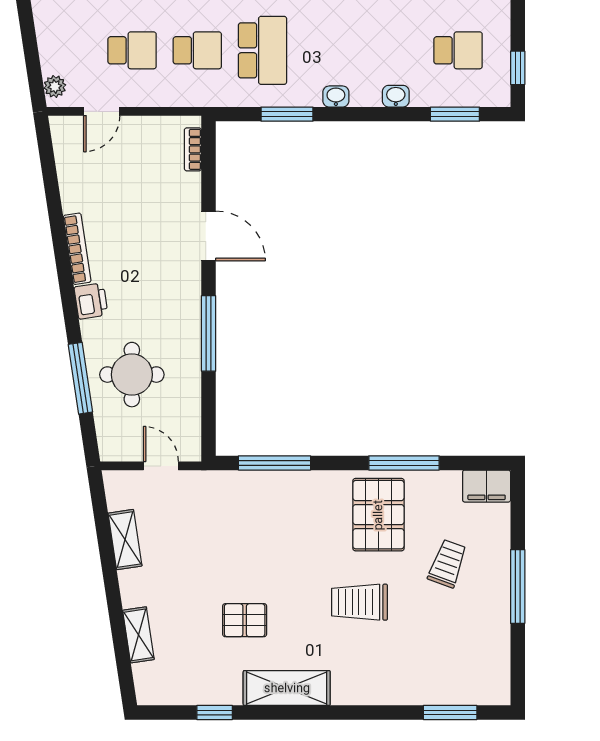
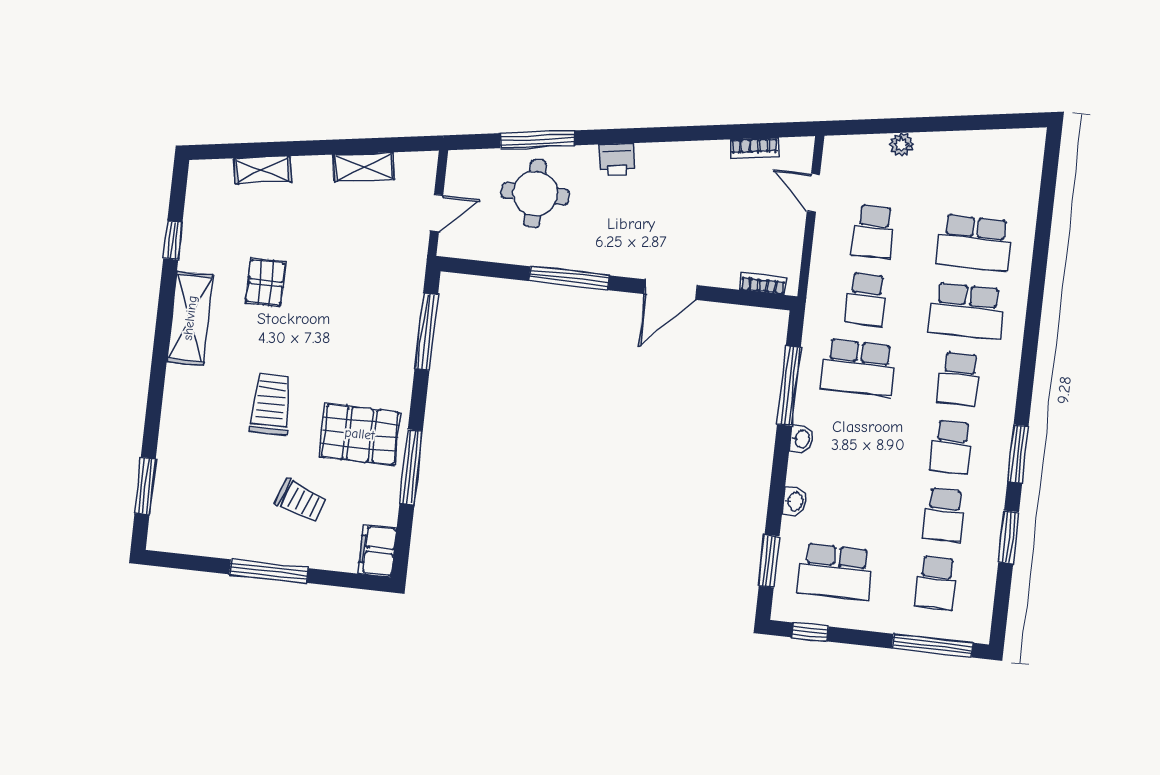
school desk: (458, 50) -> (835, 572), width x1.85
plant: (55, 86) -> (901, 145), moved
window: (287, 114) -> (789, 386), width x1.44
bookcase: (77, 249) -> (755, 148), moved, width x0.64

